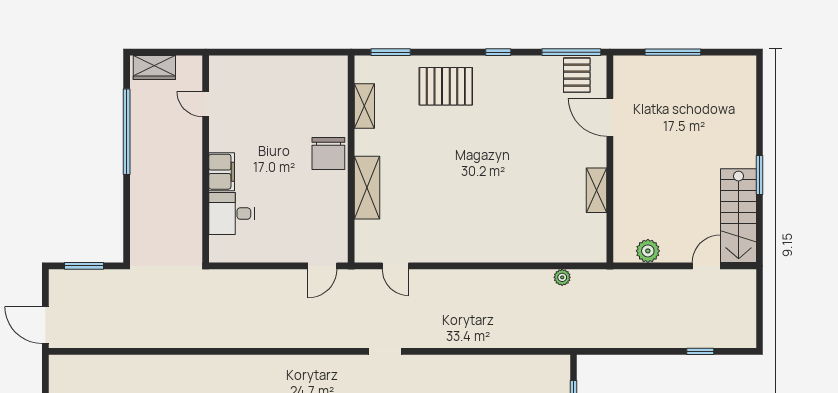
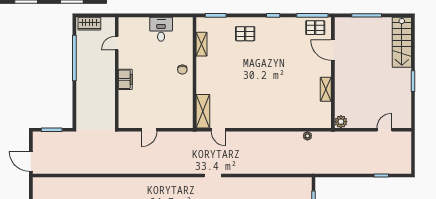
pallet: (577, 75) -> (315, 28), turned 90
pallet: (446, 86) -> (245, 34), width x0.67, depth x0.71
door: (206, 104) -> (117, 43), hinge flipped
chair: (328, 153) -> (182, 70), width x0.54, depth x0.54
shelving: (367, 188) -> (203, 111), moved
desk: (232, 214) -> (161, 29), moved, turned 90
stairs: (739, 216) -> (402, 42), moved
plant: (648, 251) -> (341, 122), moved
door: (322, 266) -> (149, 130), moved

